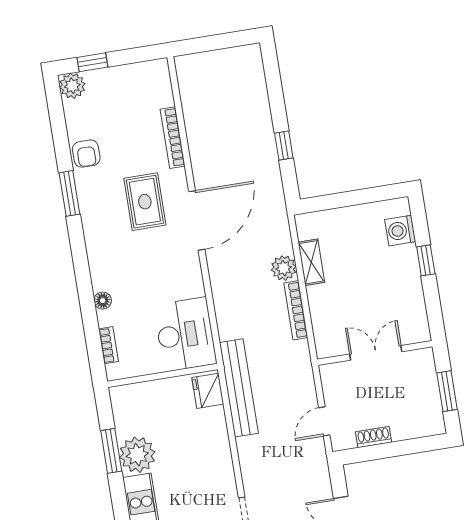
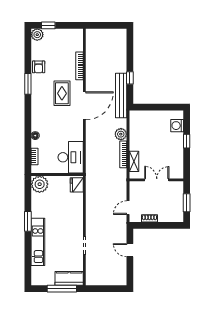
shelving: (311, 262) -> (134, 161), moved
bench: (239, 388) -> (121, 96), moved
window: (111, 451) -> (28, 221), moved
plant: (137, 455) -> (40, 184), moved

